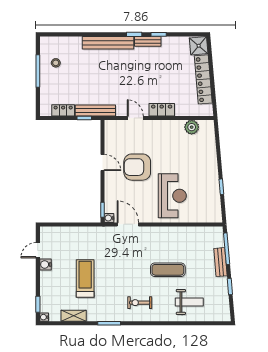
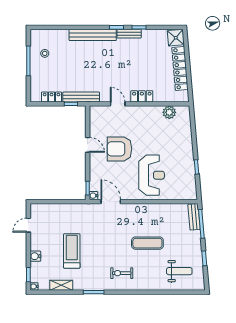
bench: (220, 262) -> (194, 217), moved
water cooler: (45, 264) -> (35, 256), moved
weight bench: (189, 302) -> (179, 271), moved

